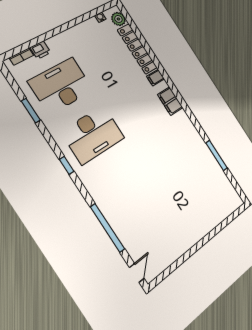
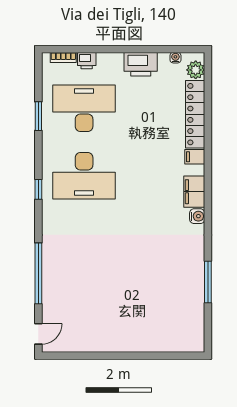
printer: (80, 33) -> (141, 64), added
water cooler: (183, 116) -> (197, 216), added

